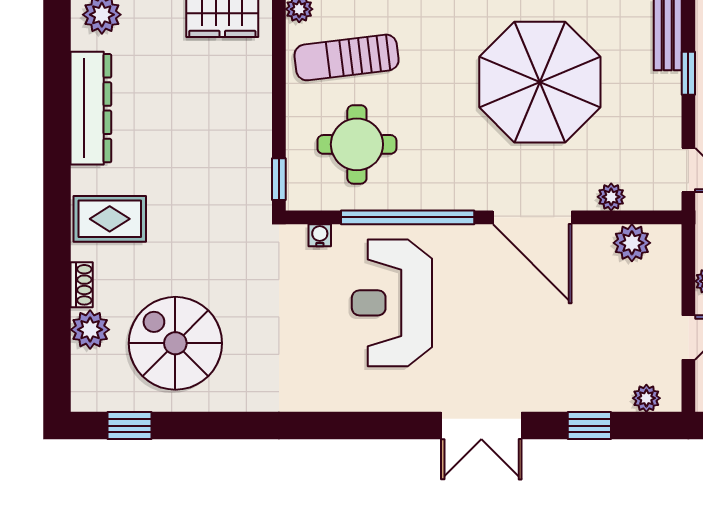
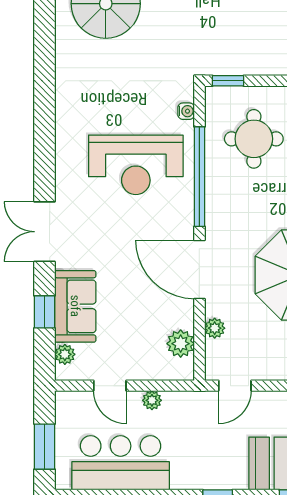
door: (532, 217) -> (199, 269), hinge flipped
reception desk: (392, 303) -> (136, 165), turned 180
sofa: (582, 384) -> (75, 306), added

